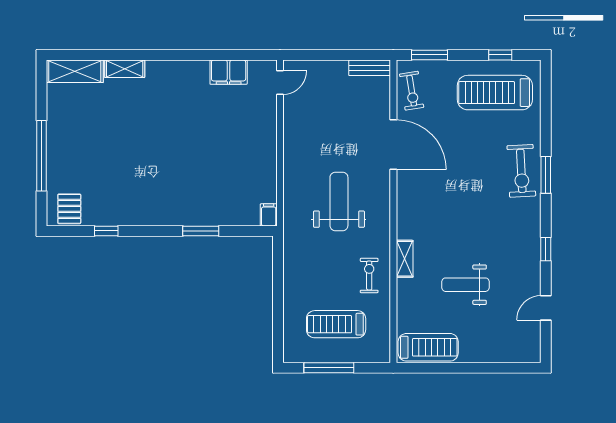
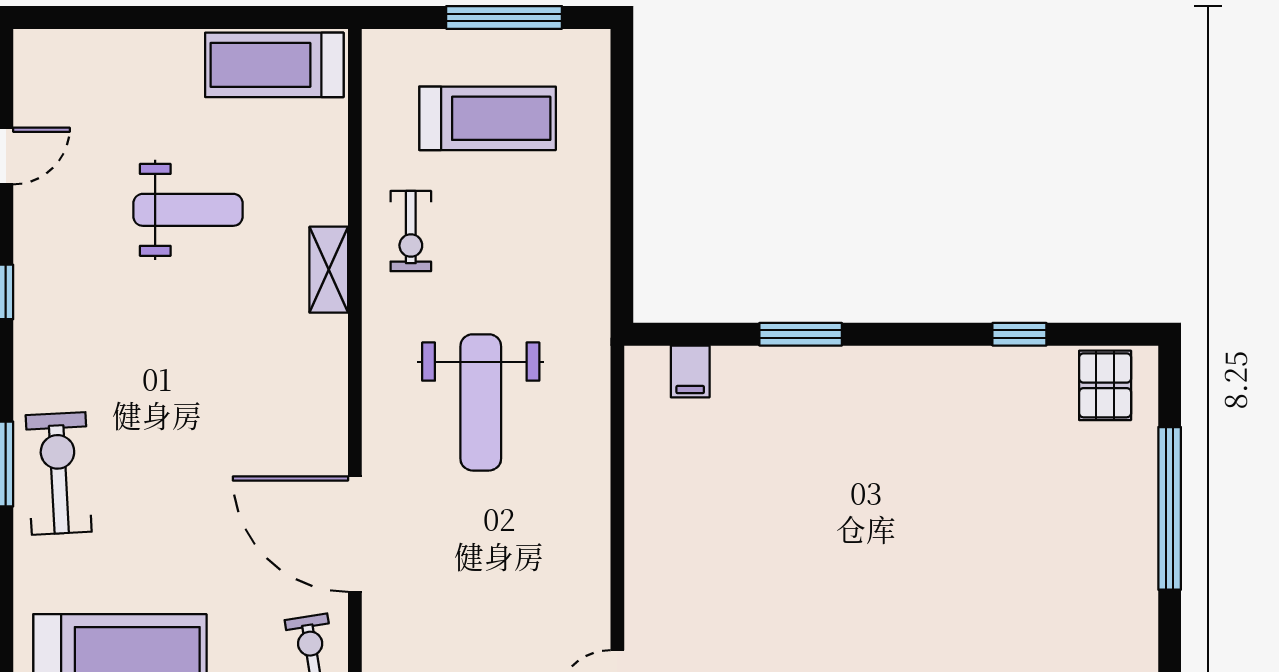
filing cabinet: (269, 215) -> (690, 371), moved

